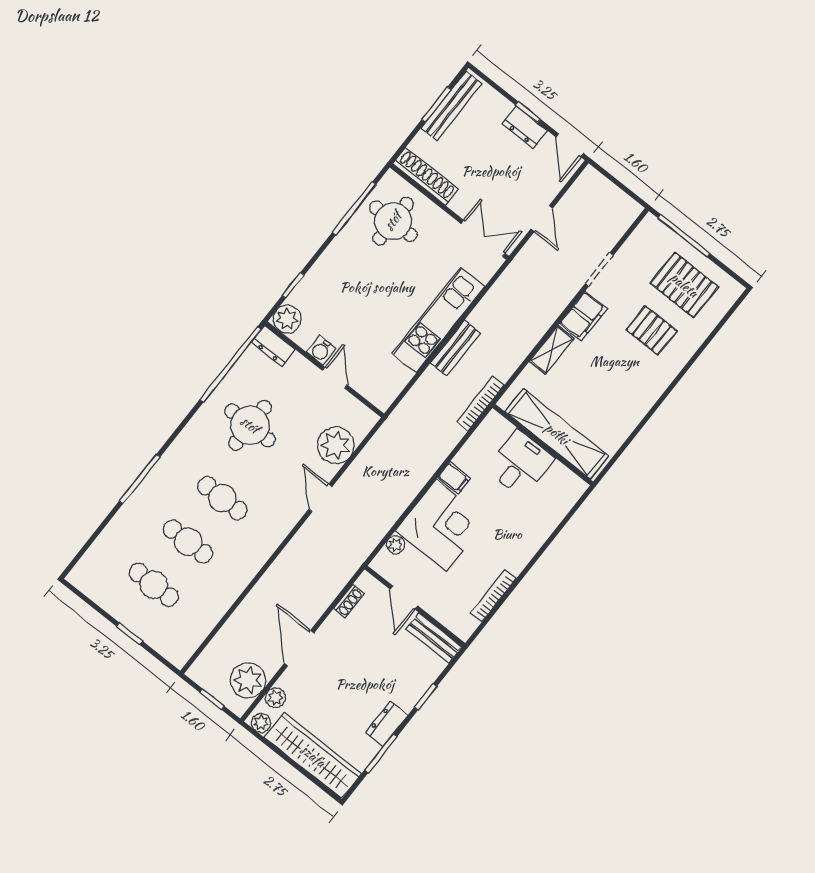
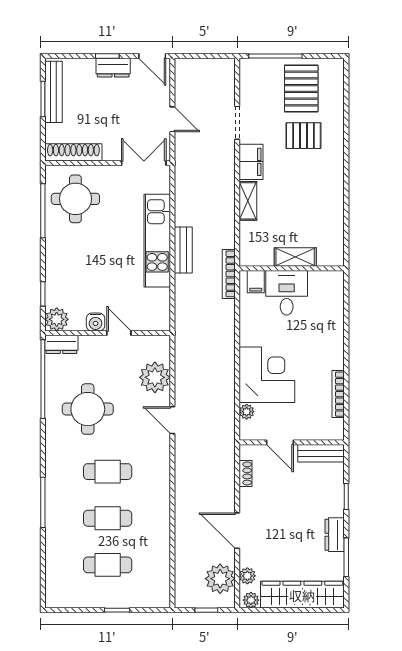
pallet: (684, 285) -> (301, 88), turned 90
shelving: (557, 434) -> (295, 257), width x0.45, depth x0.75
filing cabinet: (454, 478) -> (256, 282), moved, turned 90

